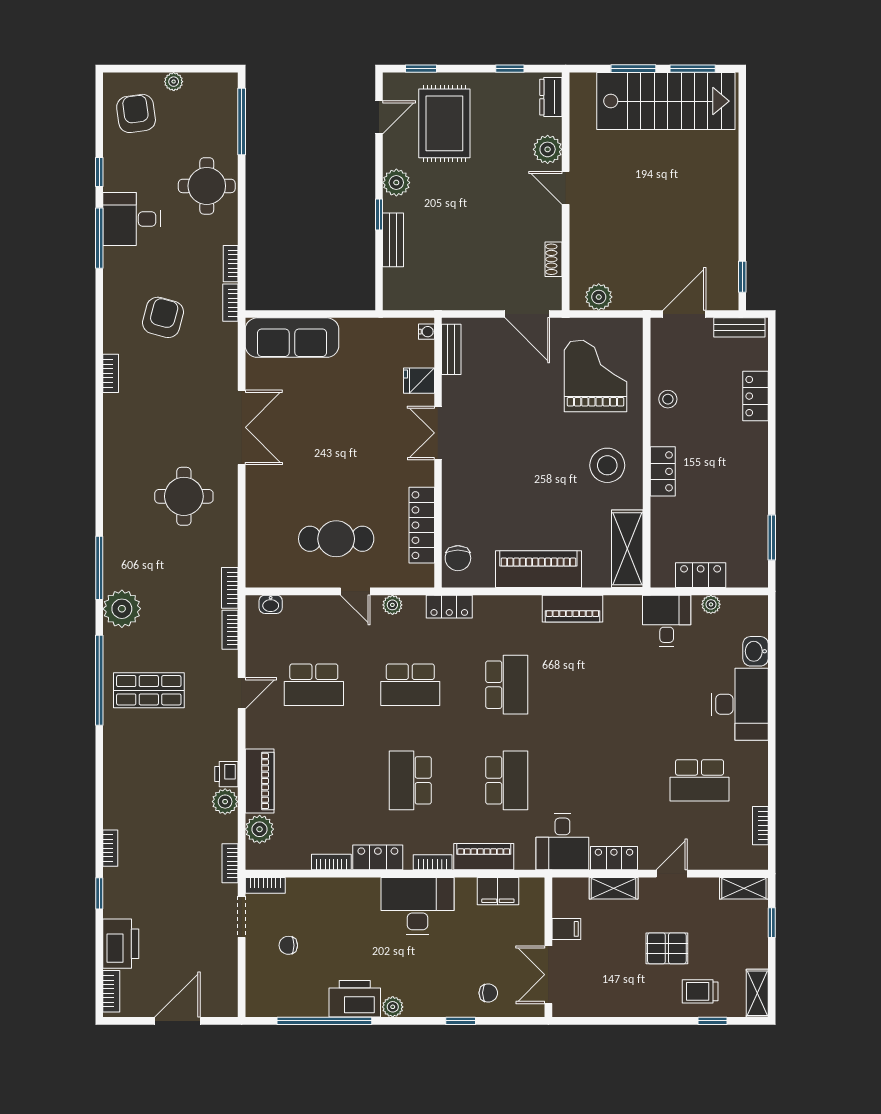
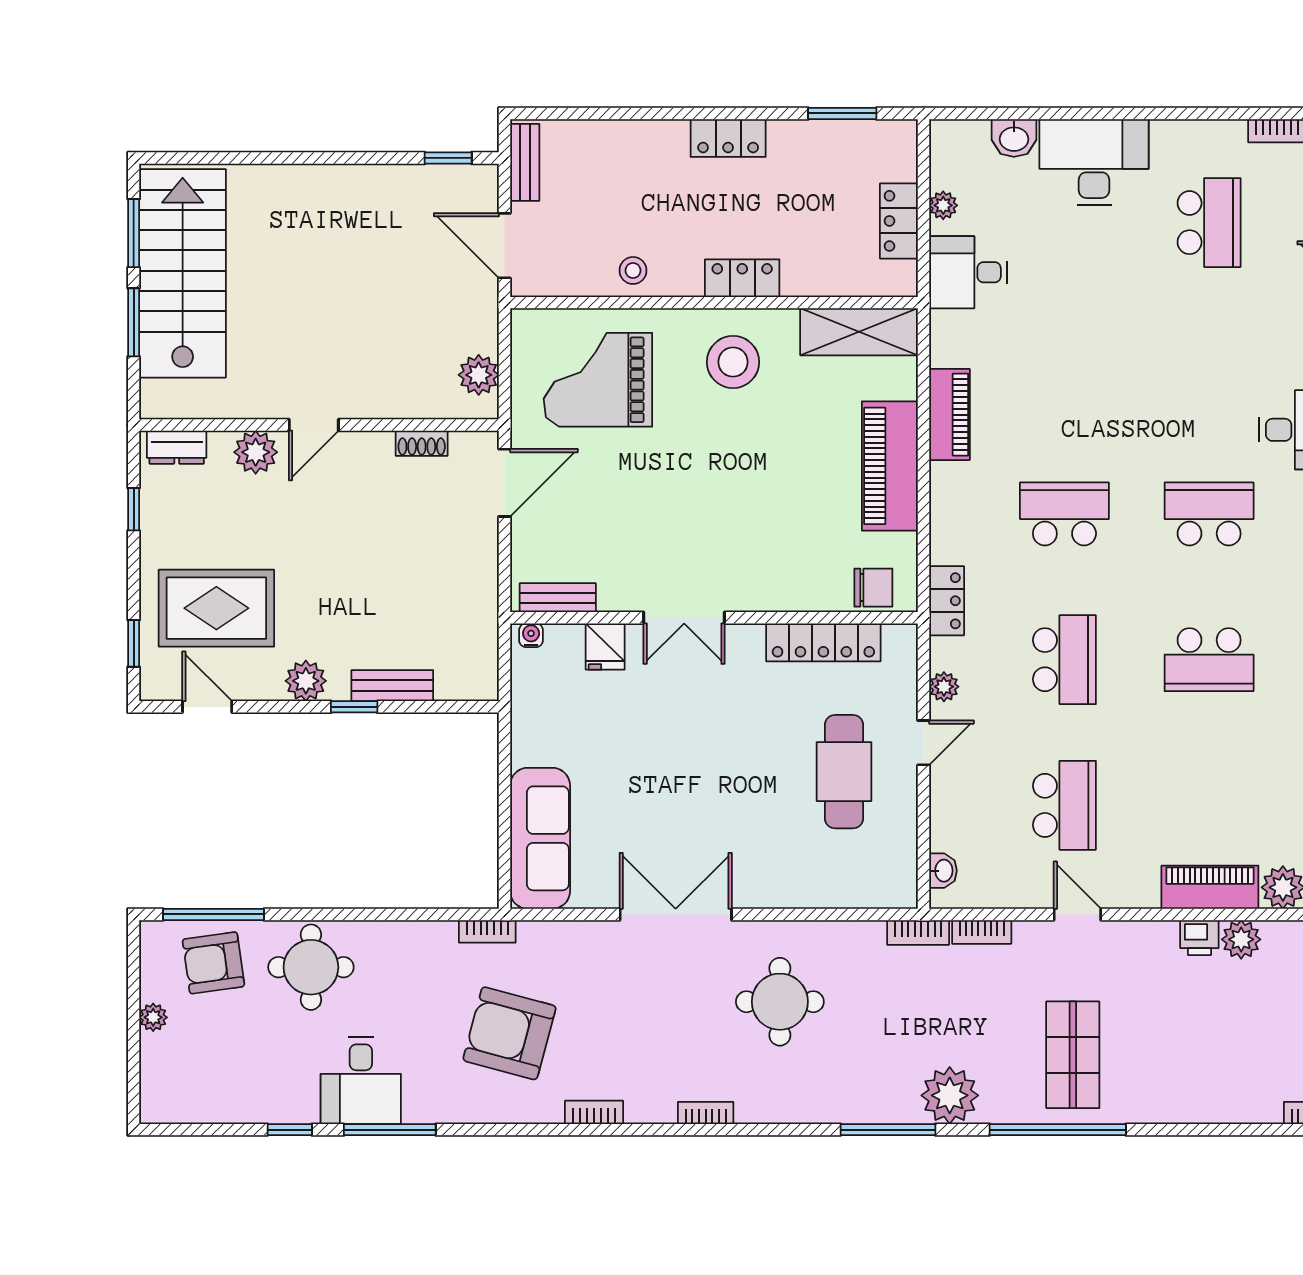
armchair: (136, 113) -> (213, 963), moved
bookcase: (231, 264) -> (706, 1113), moved, turned 180
armchair: (163, 317) -> (509, 1033), width x1.36, depth x1.36
locker: (756, 396) -> (728, 138), moved

